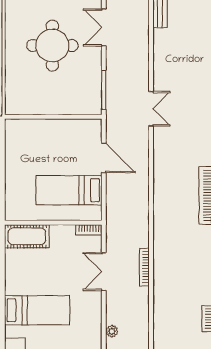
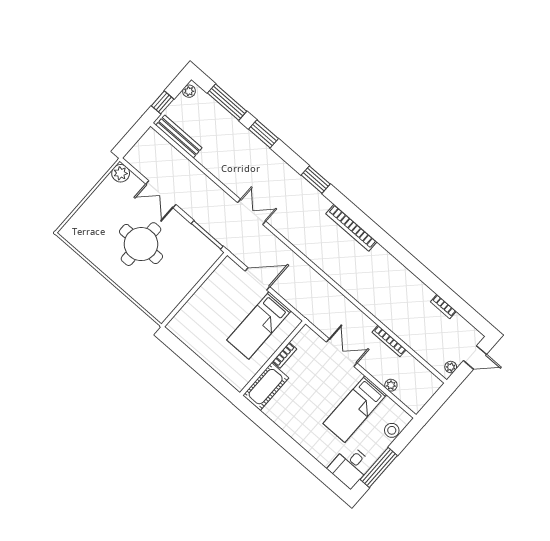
bookcase: (89, 230) -> (284, 355), moved
bookcase: (144, 267) -> (389, 341), moved
double door: (104, 272) -> (342, 353), swing flipped
bed: (37, 310) -> (355, 409), moved, turned 180

